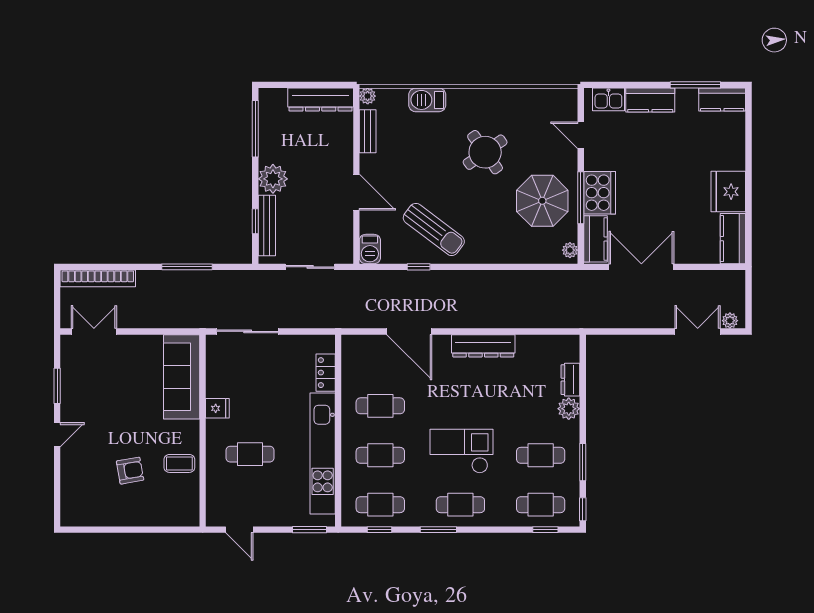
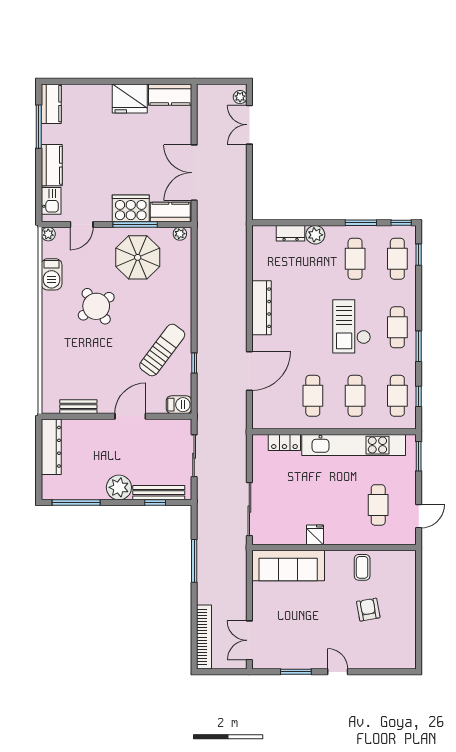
plant: (368, 96) -> (48, 234), moved
barbecue: (427, 100) -> (52, 274), moved
cafe table: (250, 454) -> (378, 505), moved

